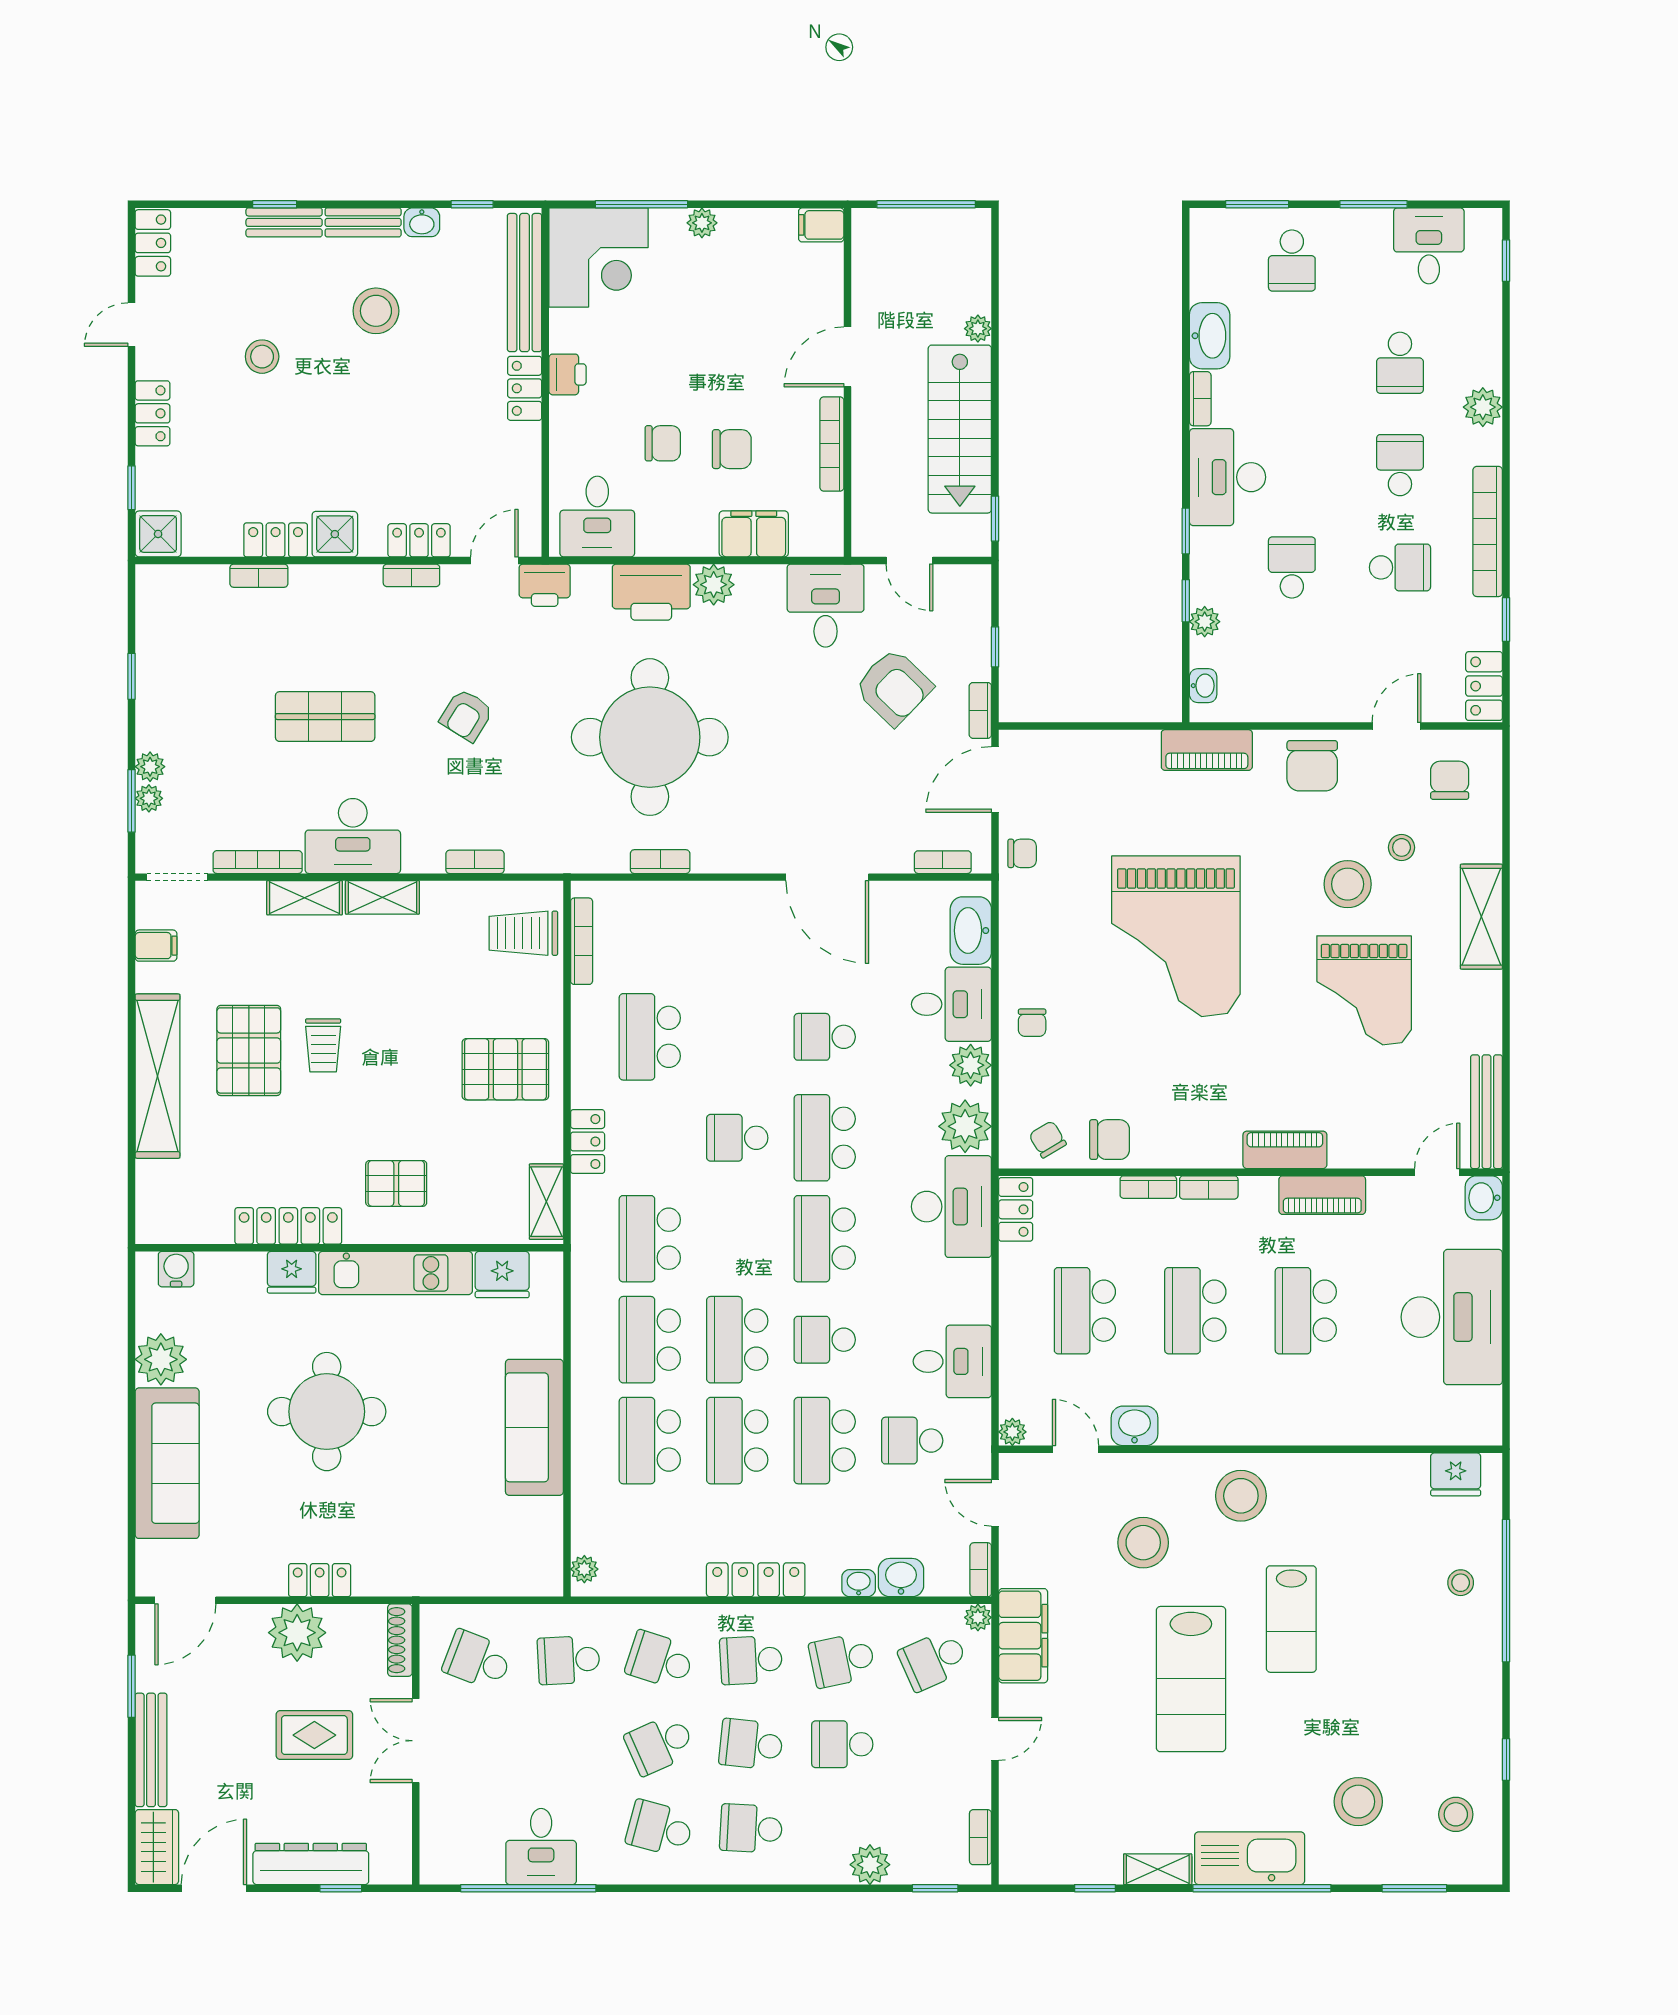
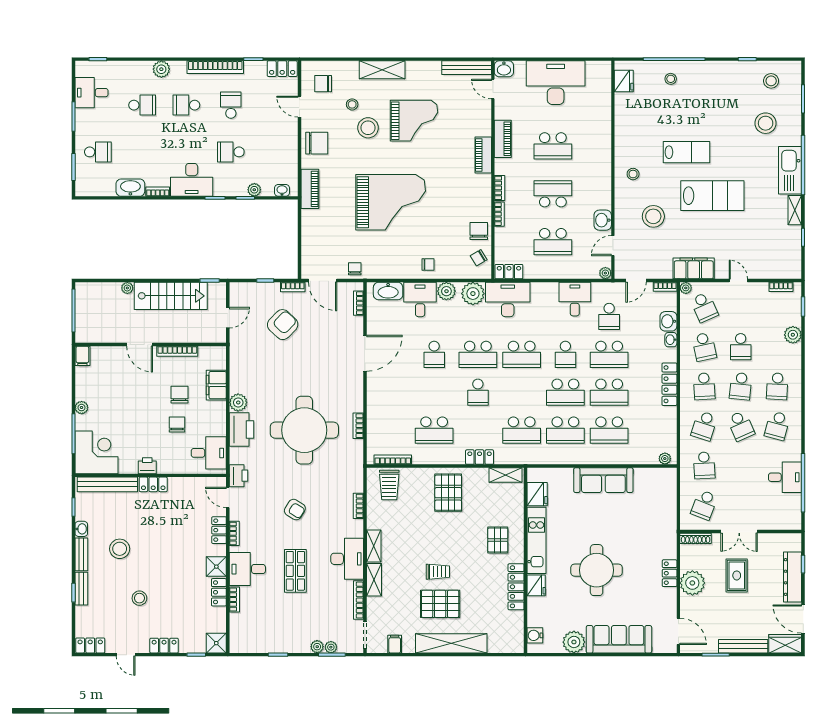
desk: (826, 606) -> (247, 569), moved
school desk: (1195, 1311) -> (553, 194), turned 180
stool: (1241, 1496) -> (633, 174), width x0.53, depth x0.53

